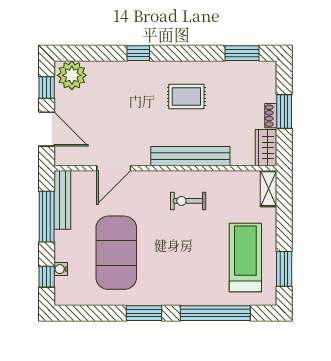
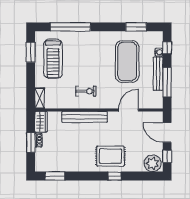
rug: (186, 96) -> (110, 156), moved, width x1.36, depth x1.43
bench: (62, 200) -> (158, 74), moved
window: (144, 313) -> (136, 27), moved

